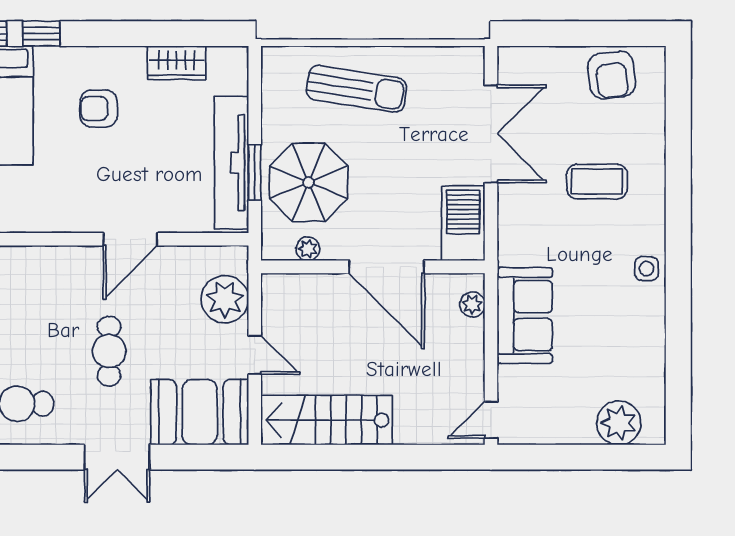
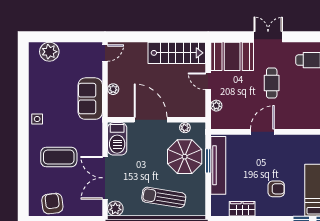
plant: (467, 63) -> (115, 209), added
coffee table: (597, 182) -> (59, 157), width x1.36, depth x1.32
plant: (225, 299) -> (216, 106), width x0.53, depth x0.53
plant: (472, 304) -> (113, 89), moved

